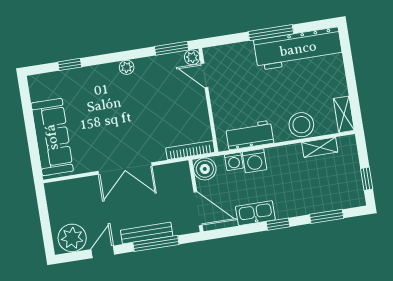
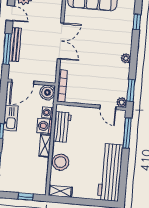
window: (271, 33) -> (127, 133), moved
door: (204, 75) -> (108, 107), swing flipped
shelving: (320, 147) -> (45, 146), moved
double door: (125, 169) -> (61, 41), swing flipped
window: (367, 179) -> (26, 197), moved

